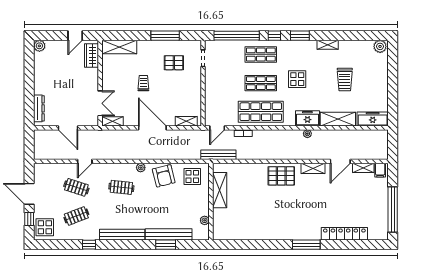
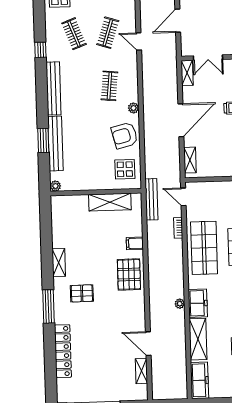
shelving: (313, 168) -> (59, 263), moved
filing cabinet: (380, 170) -> (135, 243), moved
pallet: (296, 216) -> (82, 293), added
plant: (205, 220) -> (55, 186), moved

